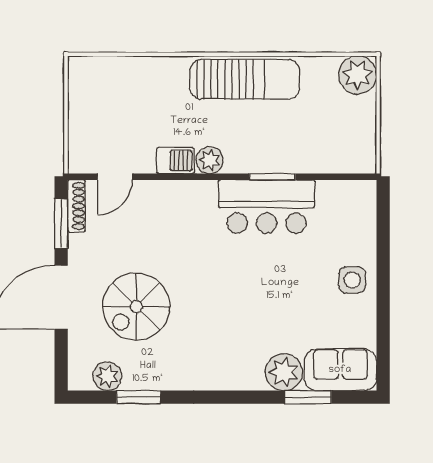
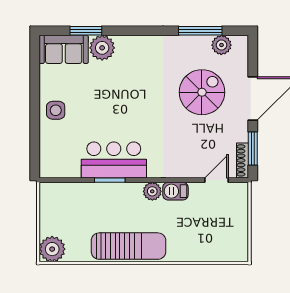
sun lounger: (245, 79) -> (129, 246), turned 180
window: (139, 397) -> (200, 31), width x1.44

